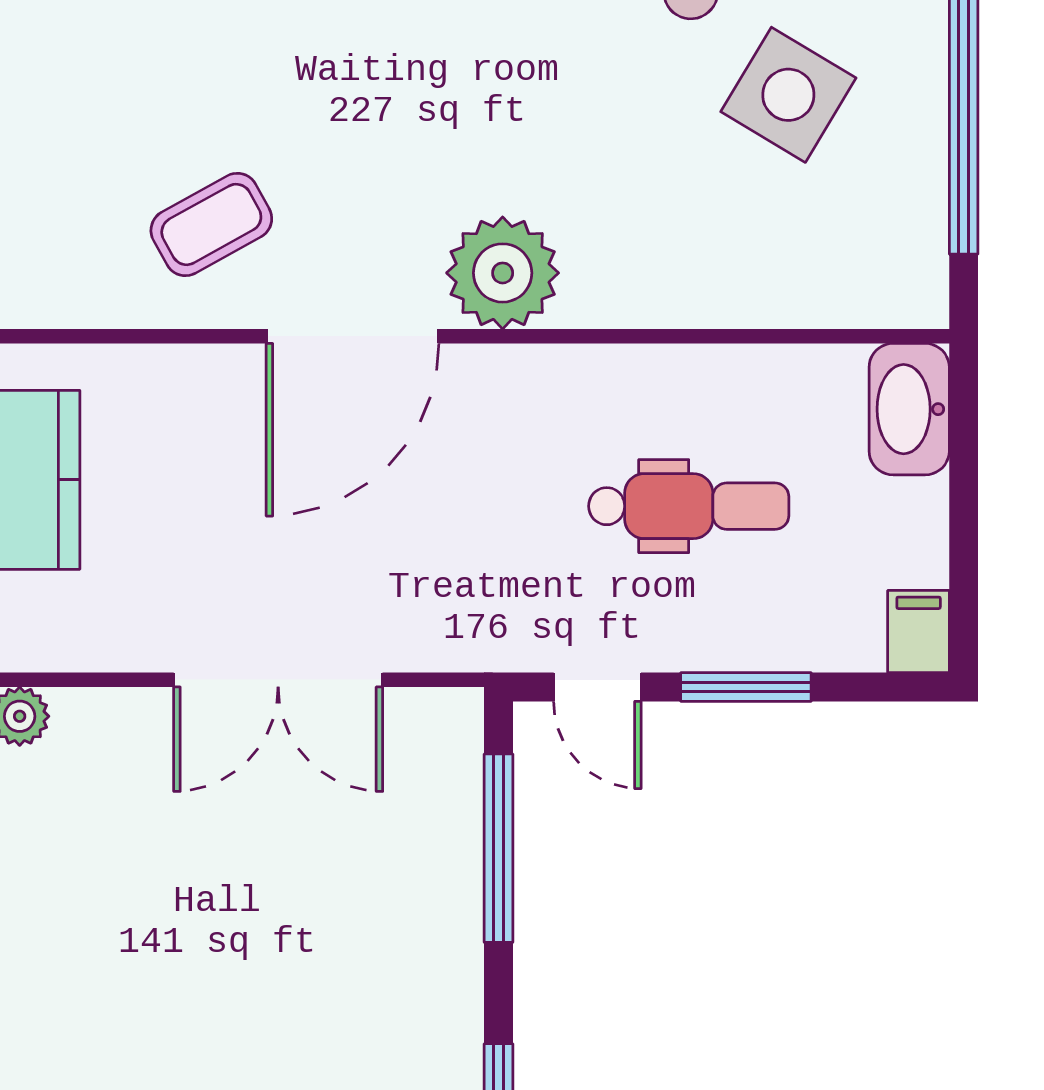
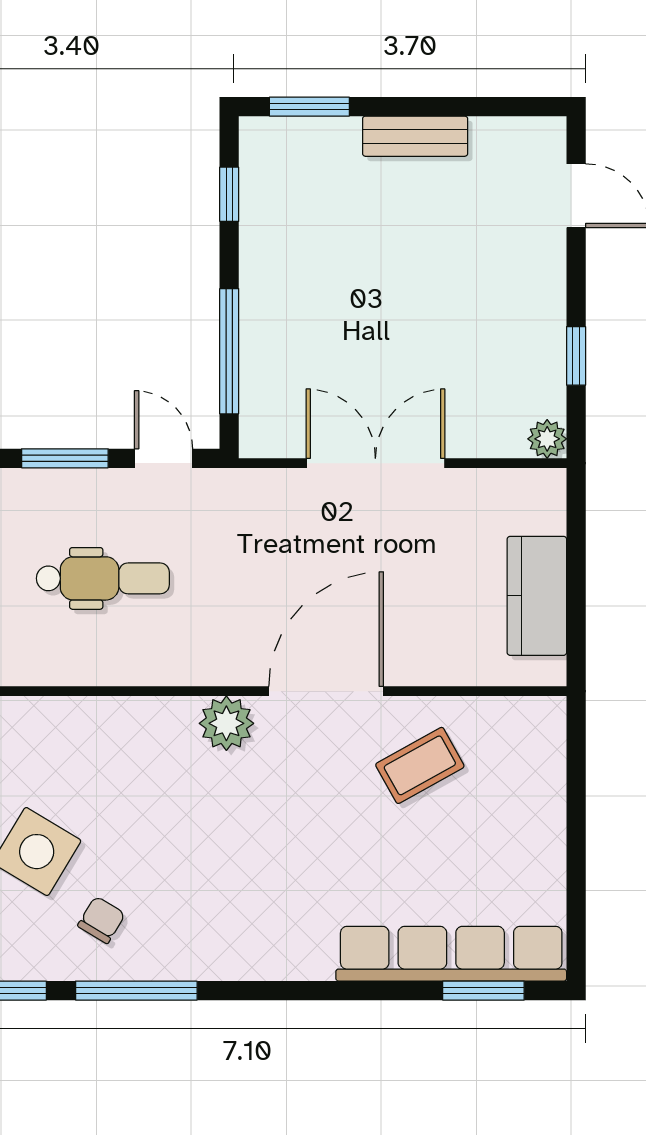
plant: (503, 273) -> (226, 723), width x0.73, depth x0.73
dental chair: (689, 506) -> (103, 578), turned 180

